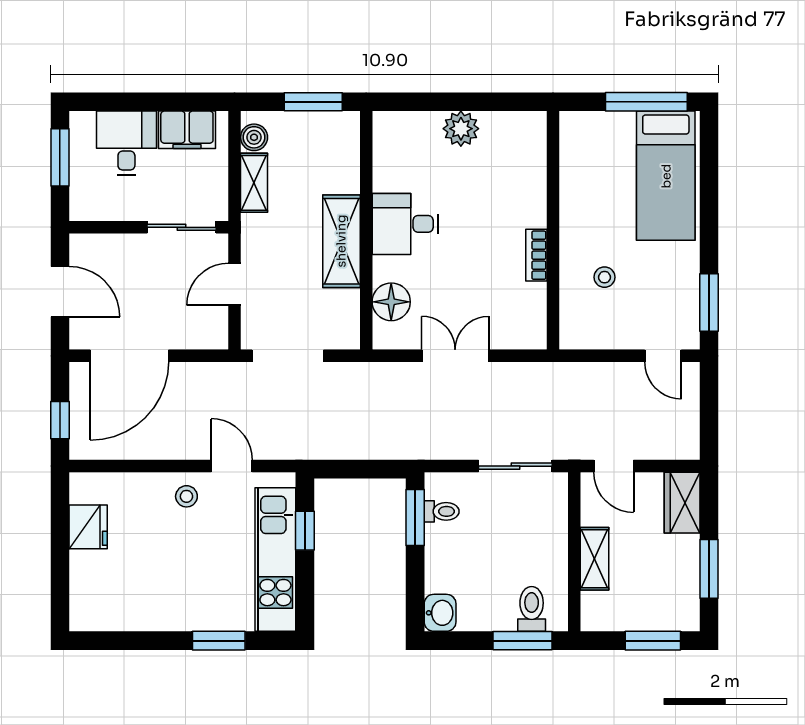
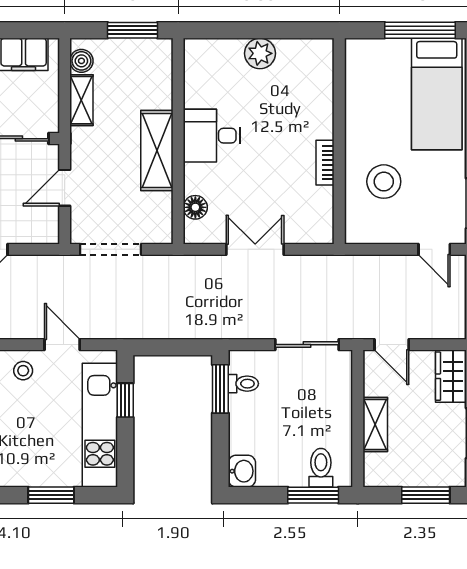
stool: (605, 277) -> (384, 182), width x1.89, depth x1.89
floor lamp: (391, 302) -> (195, 207), width x0.73, depth x0.73

